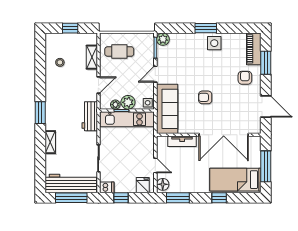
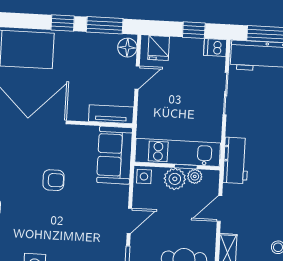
sofa: (167, 109) -> (115, 155), width x0.73
tv unit: (182, 141) -> (111, 114), moved
door: (155, 166) -> (137, 78), swing flipped
window: (219, 198) -> (63, 23), moved

